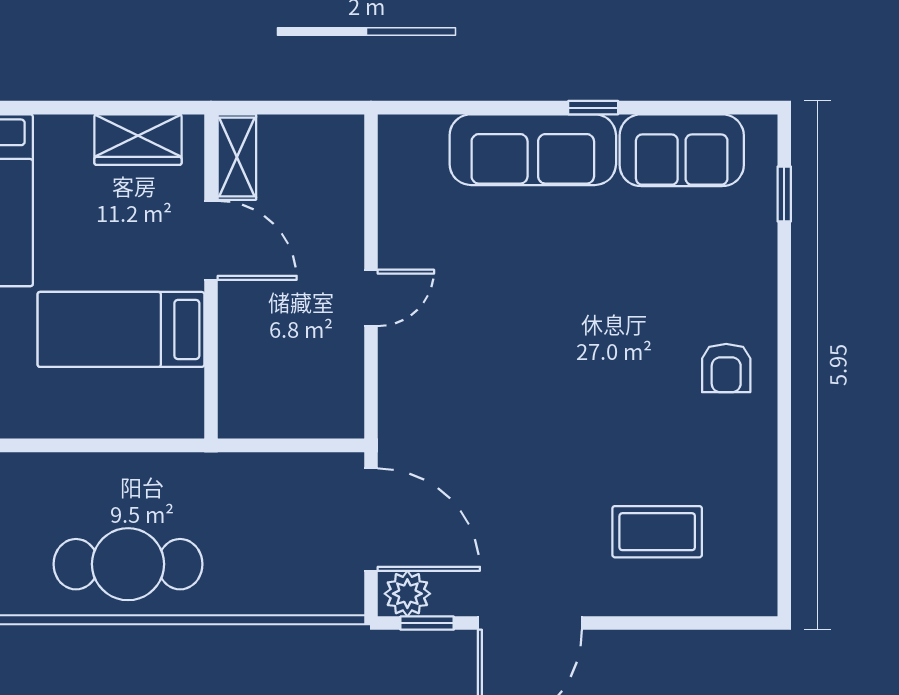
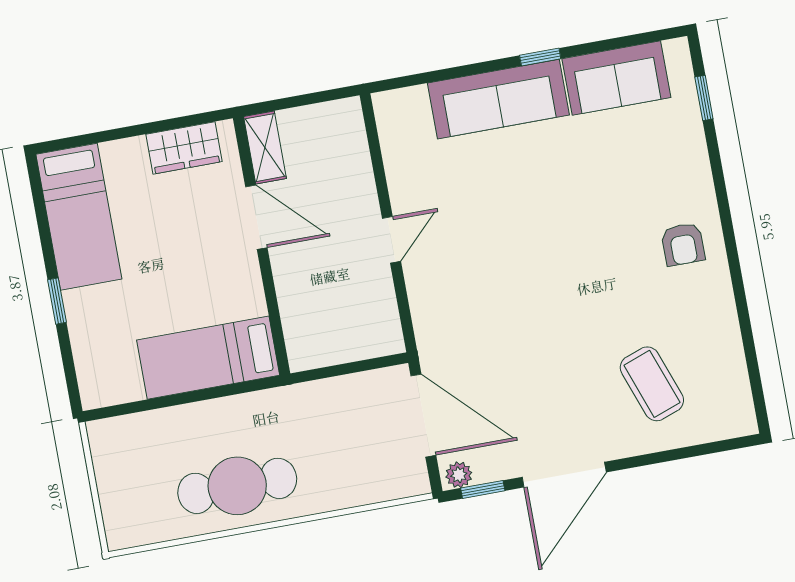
bed: (121, 329) -> (208, 358), moved
coffee table: (657, 532) -> (652, 384), turned 70
plant: (407, 594) -> (459, 475), width x0.73, depth x0.73

